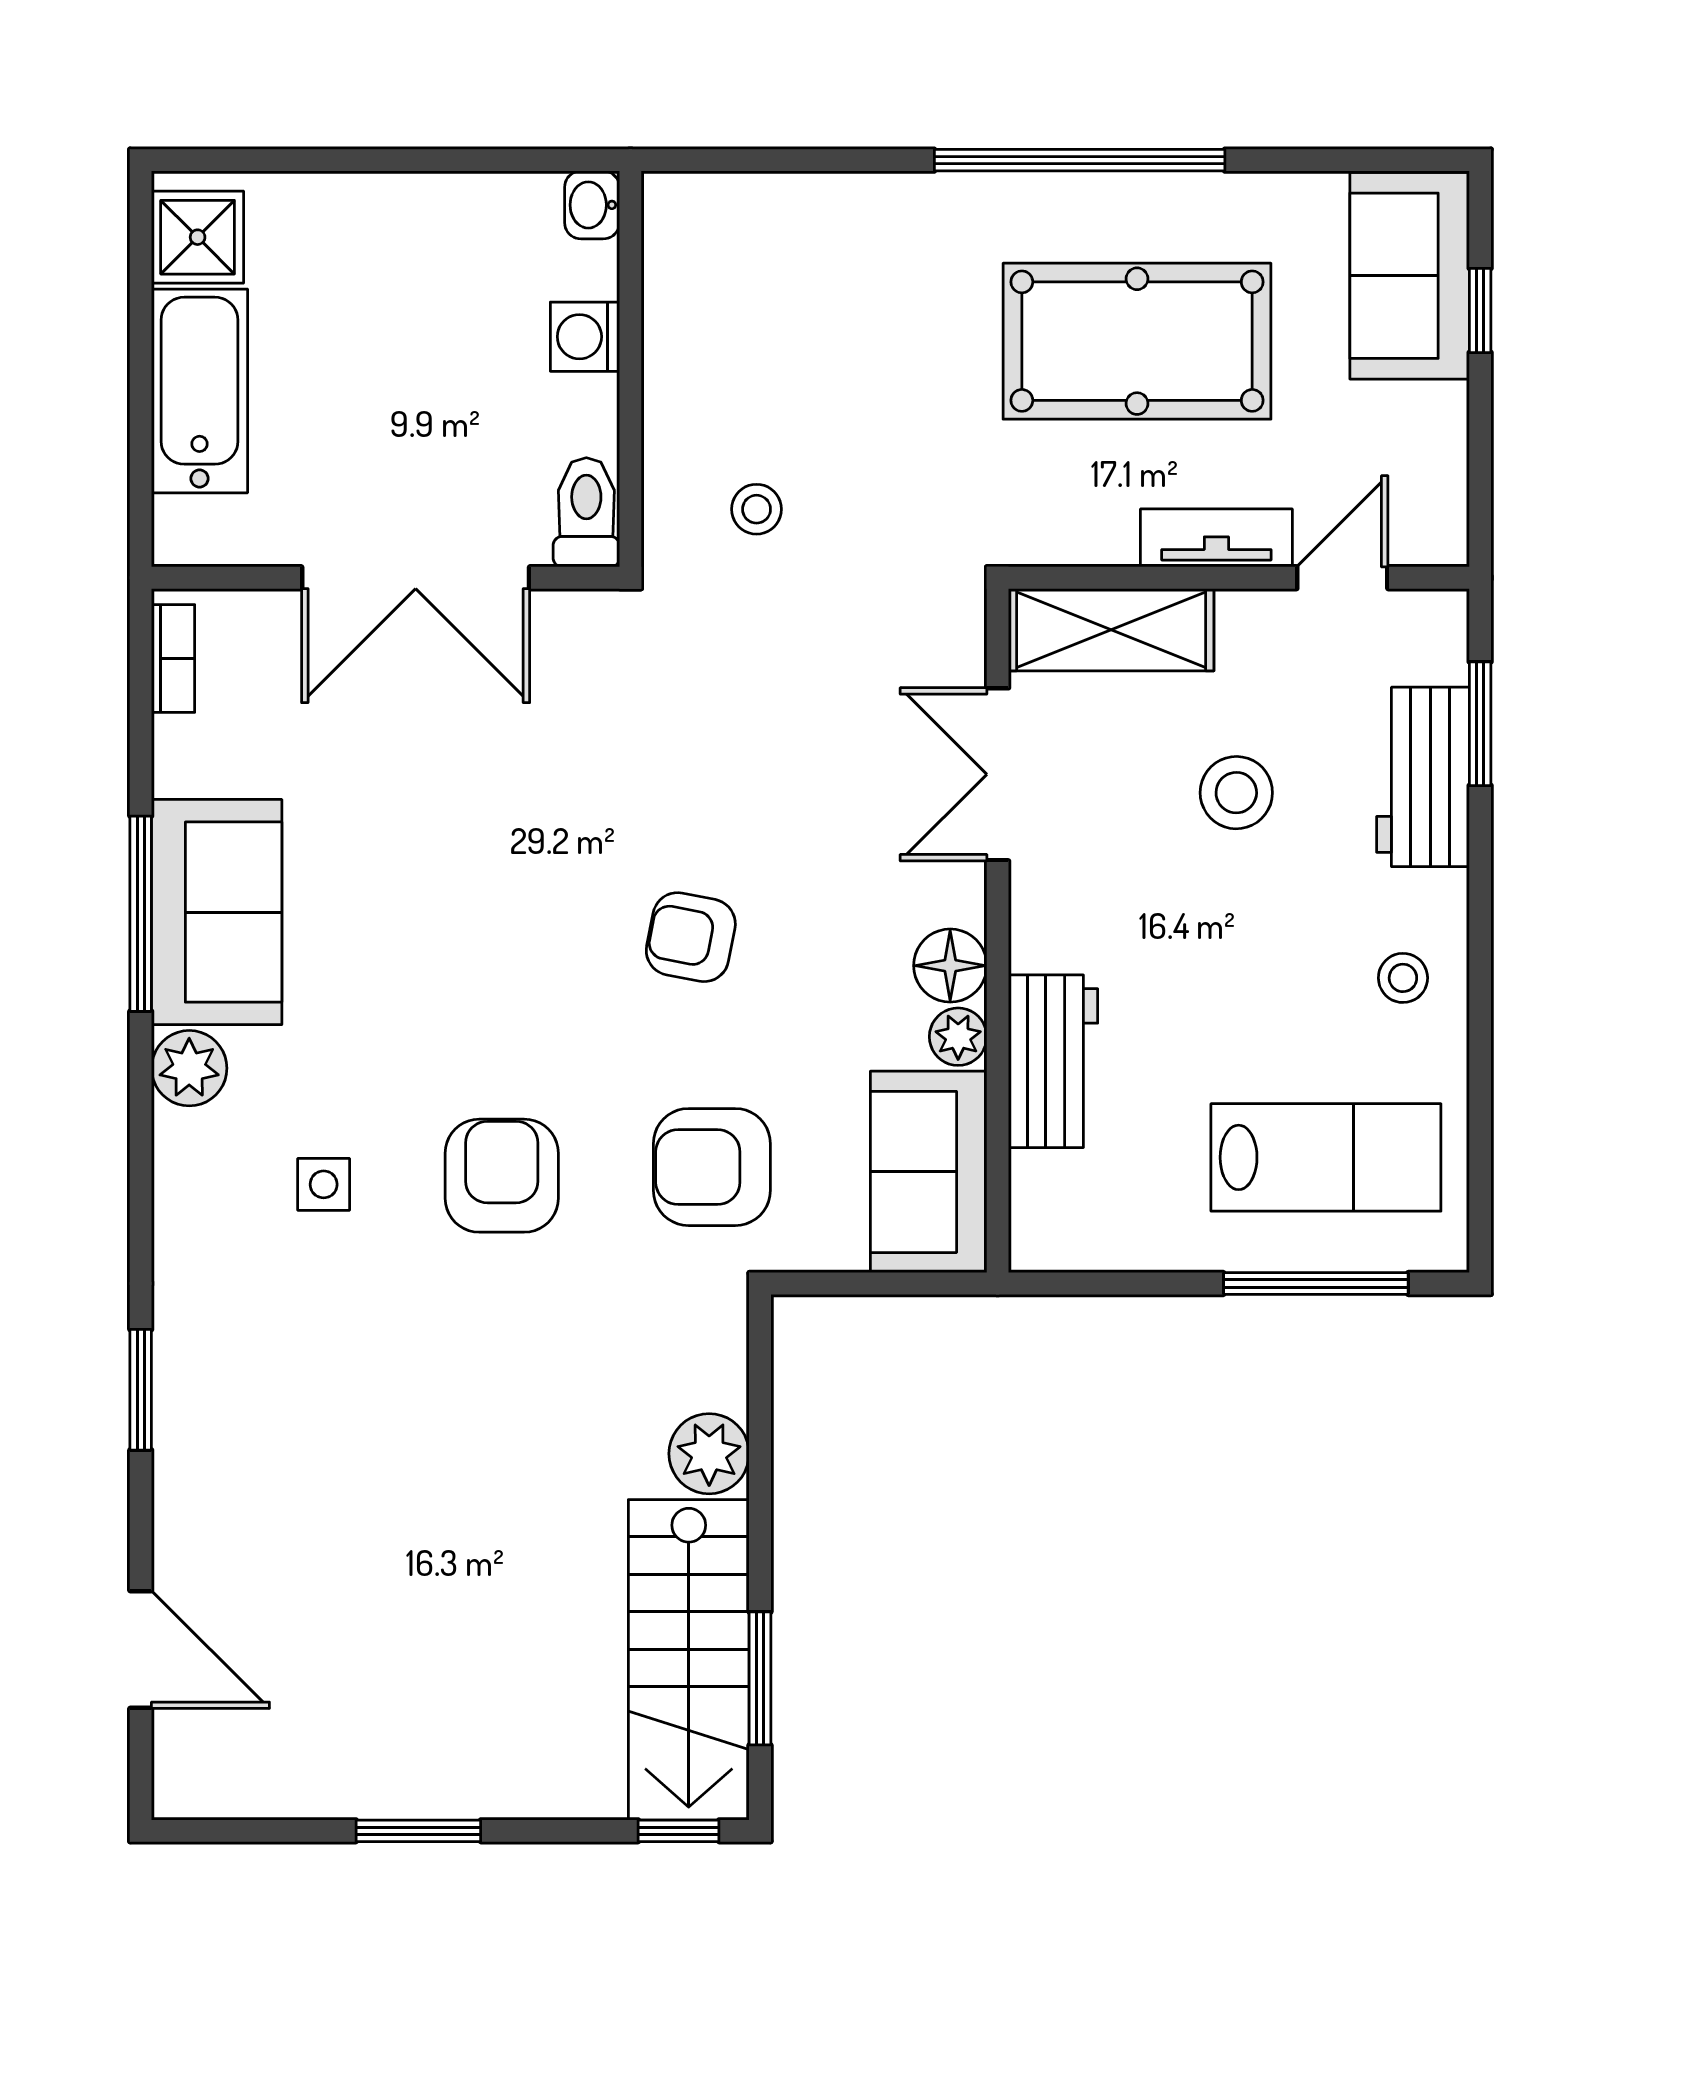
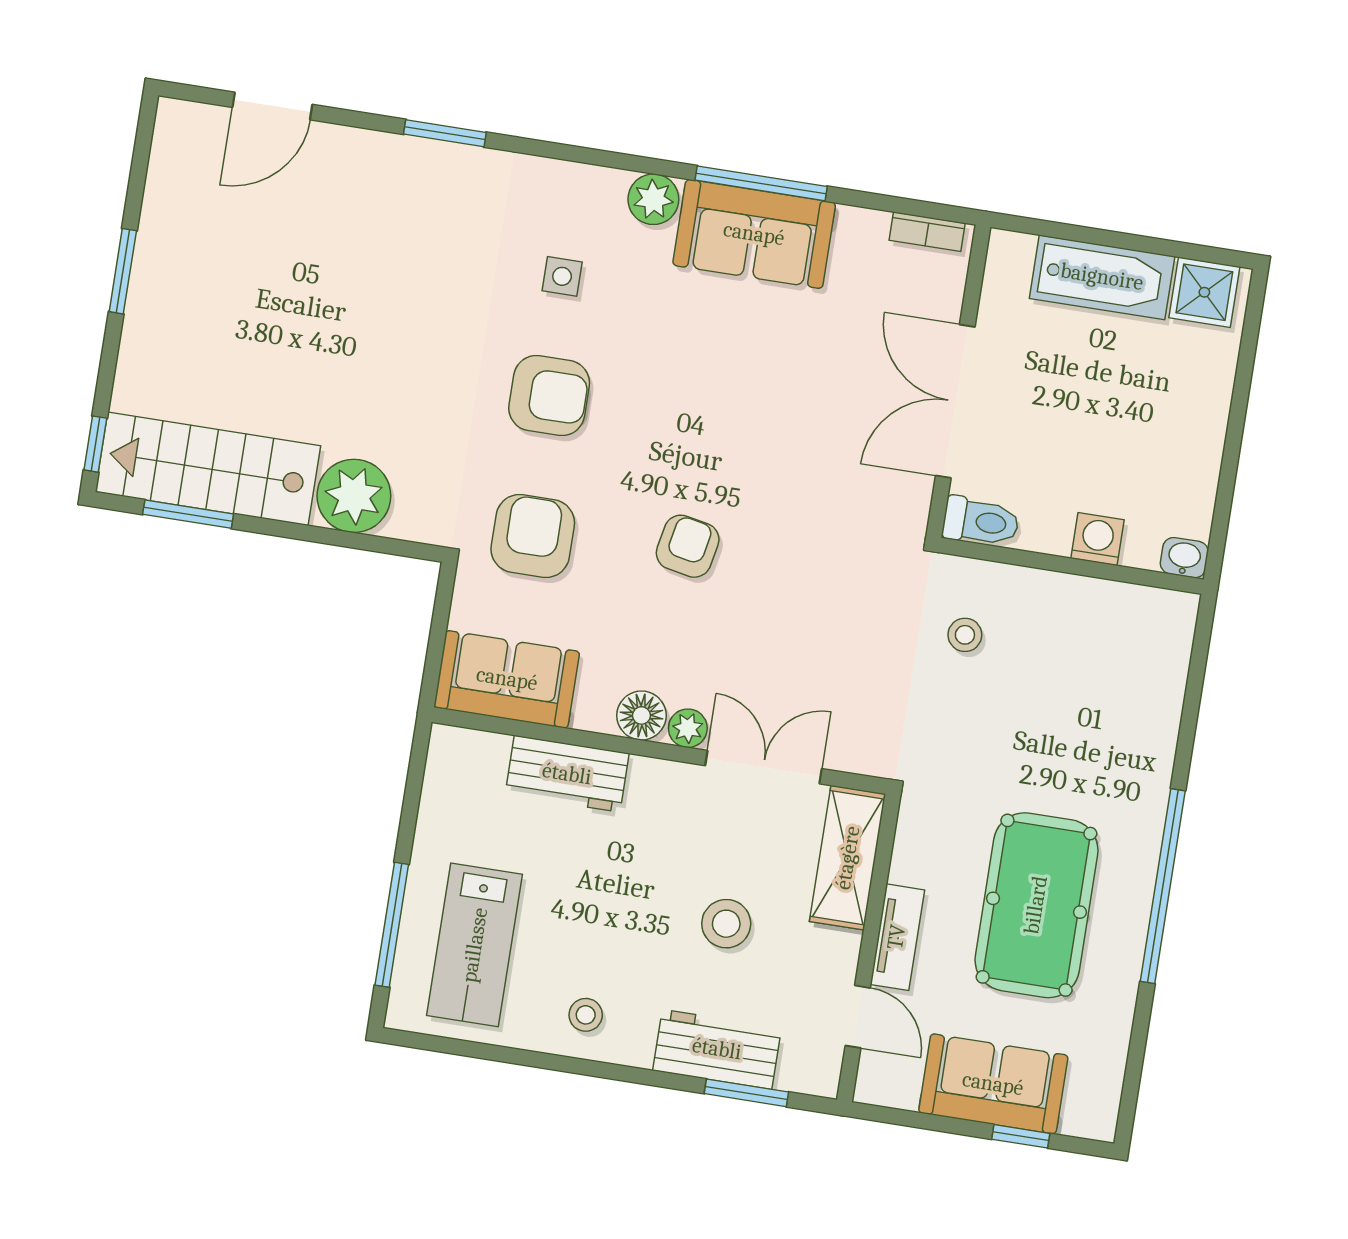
sofa: (1410, 276) -> (993, 1084), moved
plant: (958, 1037) -> (688, 728), moved
plant: (709, 1454) -> (354, 496), width x1.36, depth x1.36

